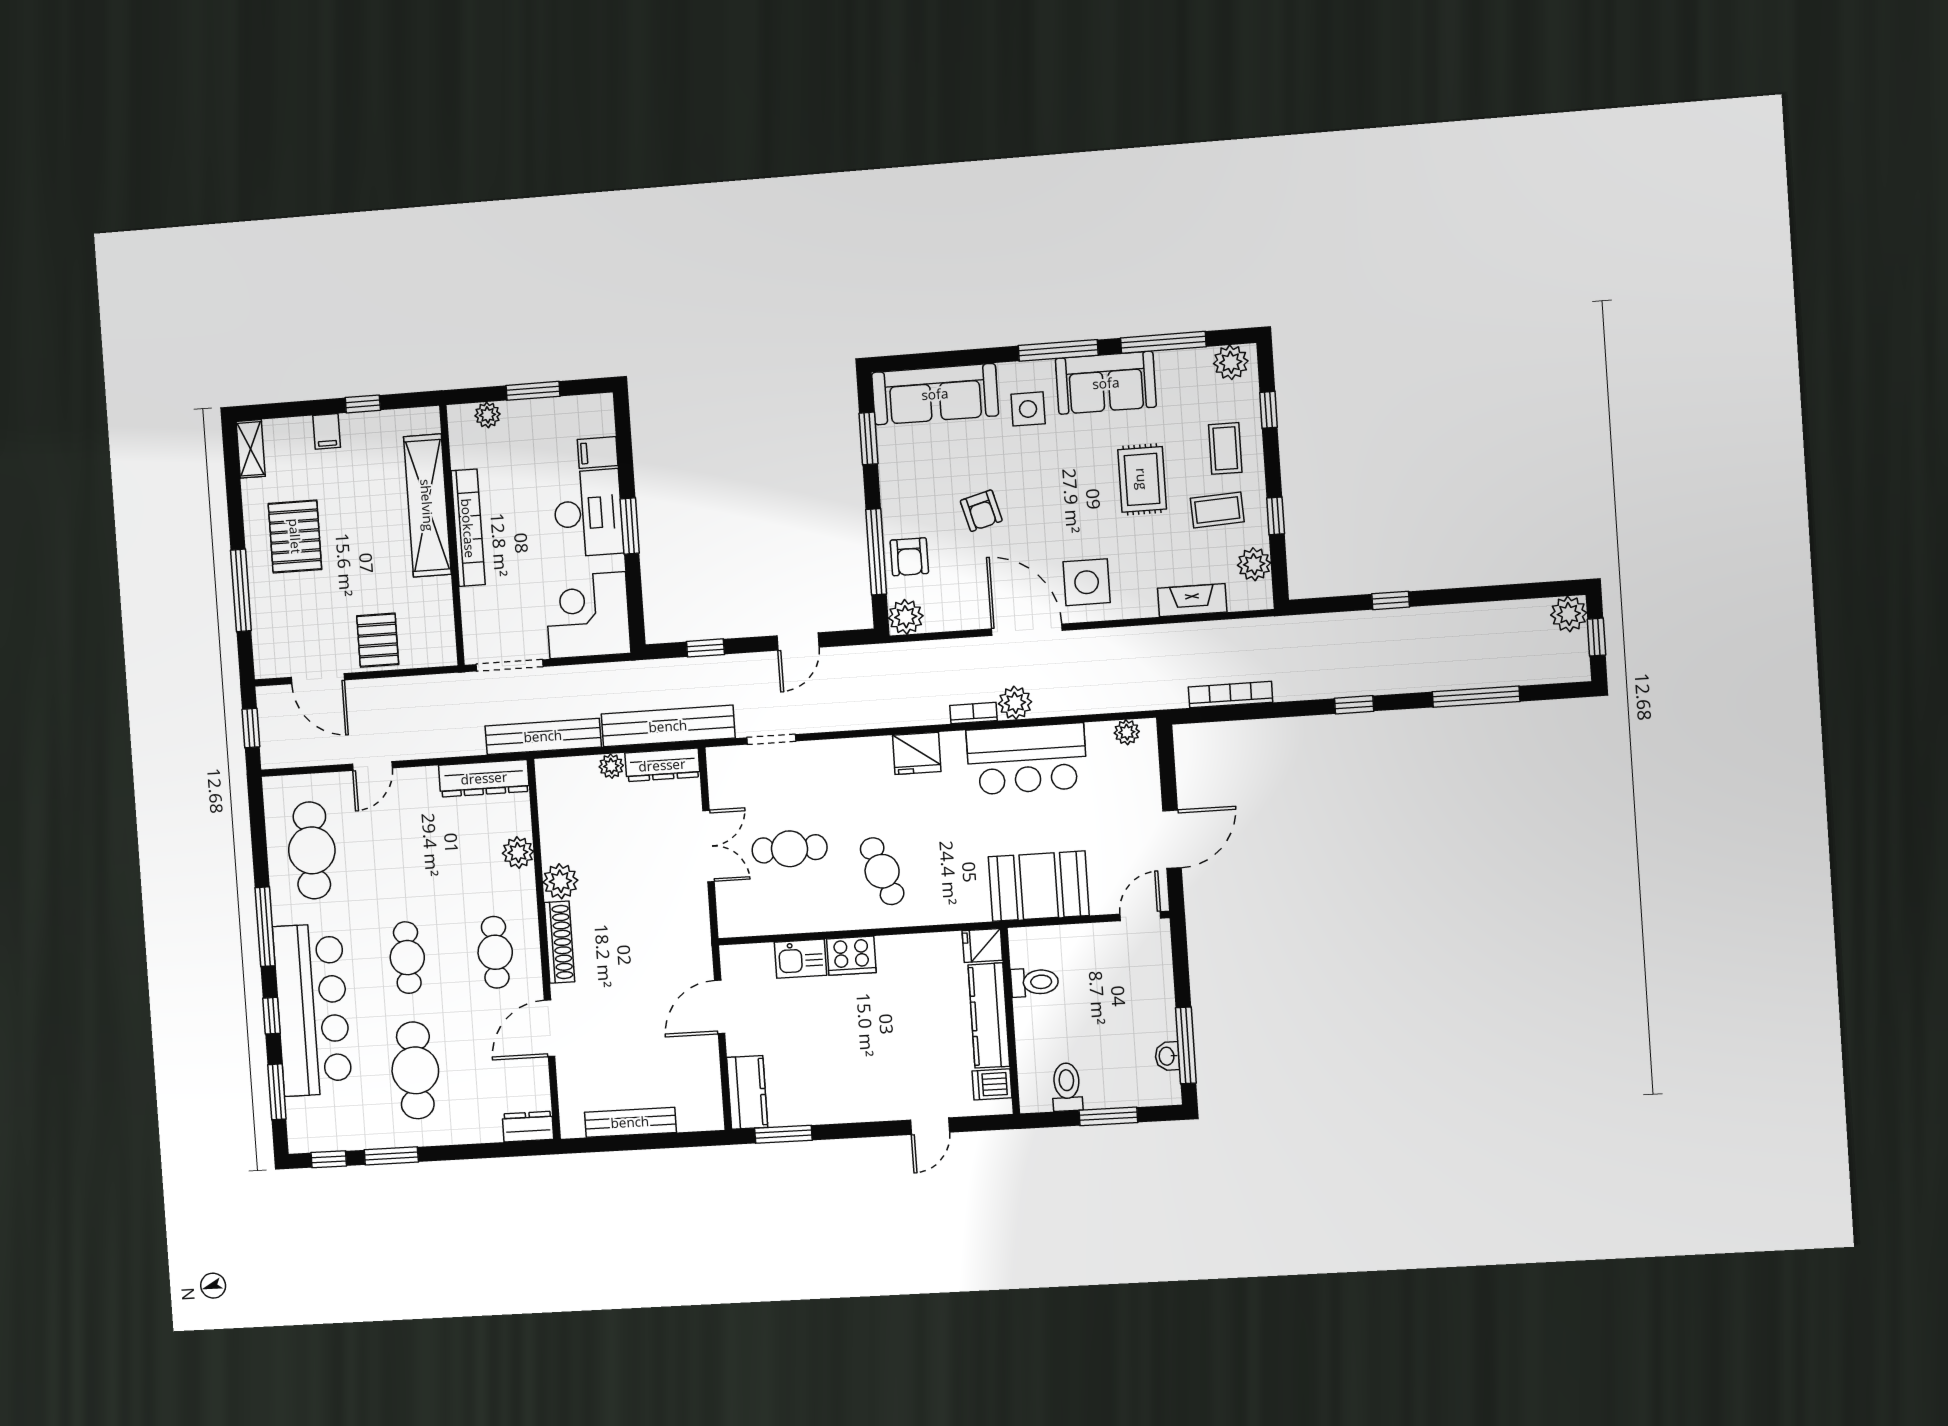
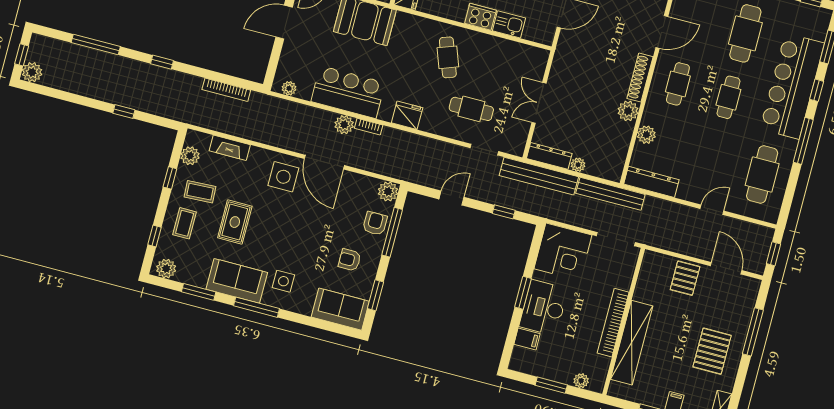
window: (1163, 342) -> (199, 292), width x0.69
sofa: (935, 394) -> (340, 309), width x0.73
armchair: (981, 511) -> (350, 260), moved, turned -75
cafe table: (790, 849) -> (471, 109), moved

